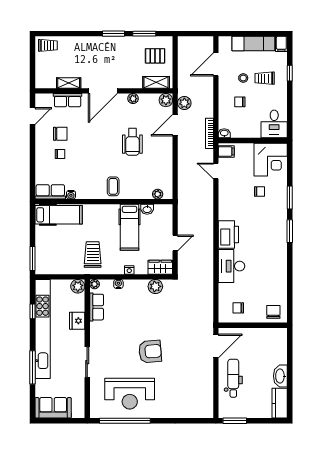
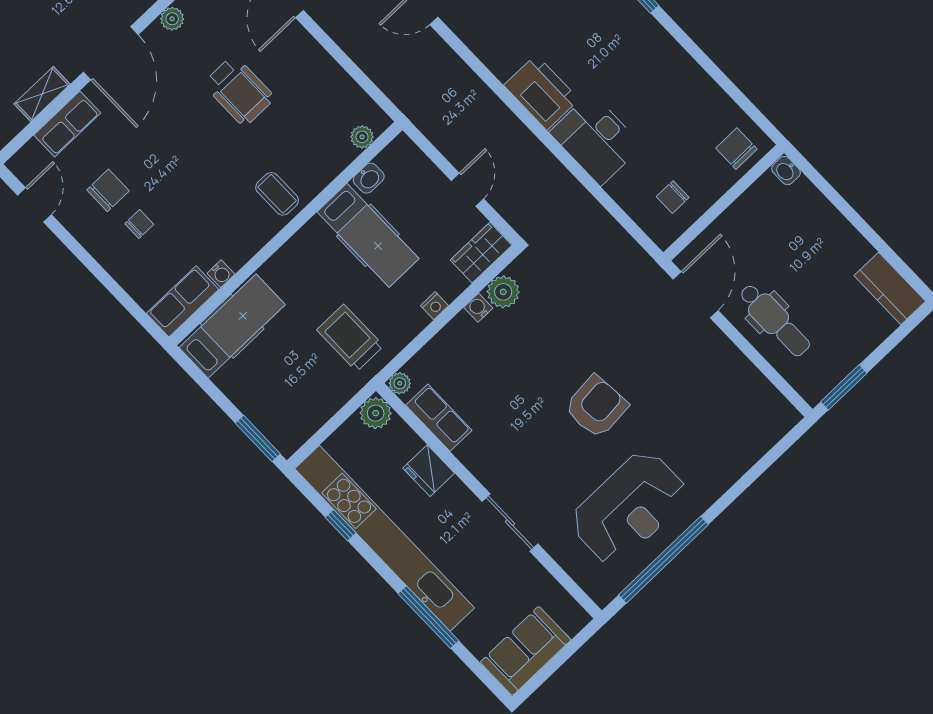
water cooler: (118, 284) -> (478, 308), moved
washbasin: (280, 376) -> (786, 171), moved, width x0.52, depth x0.69
dental chair: (233, 378) -> (775, 320), turned 180

